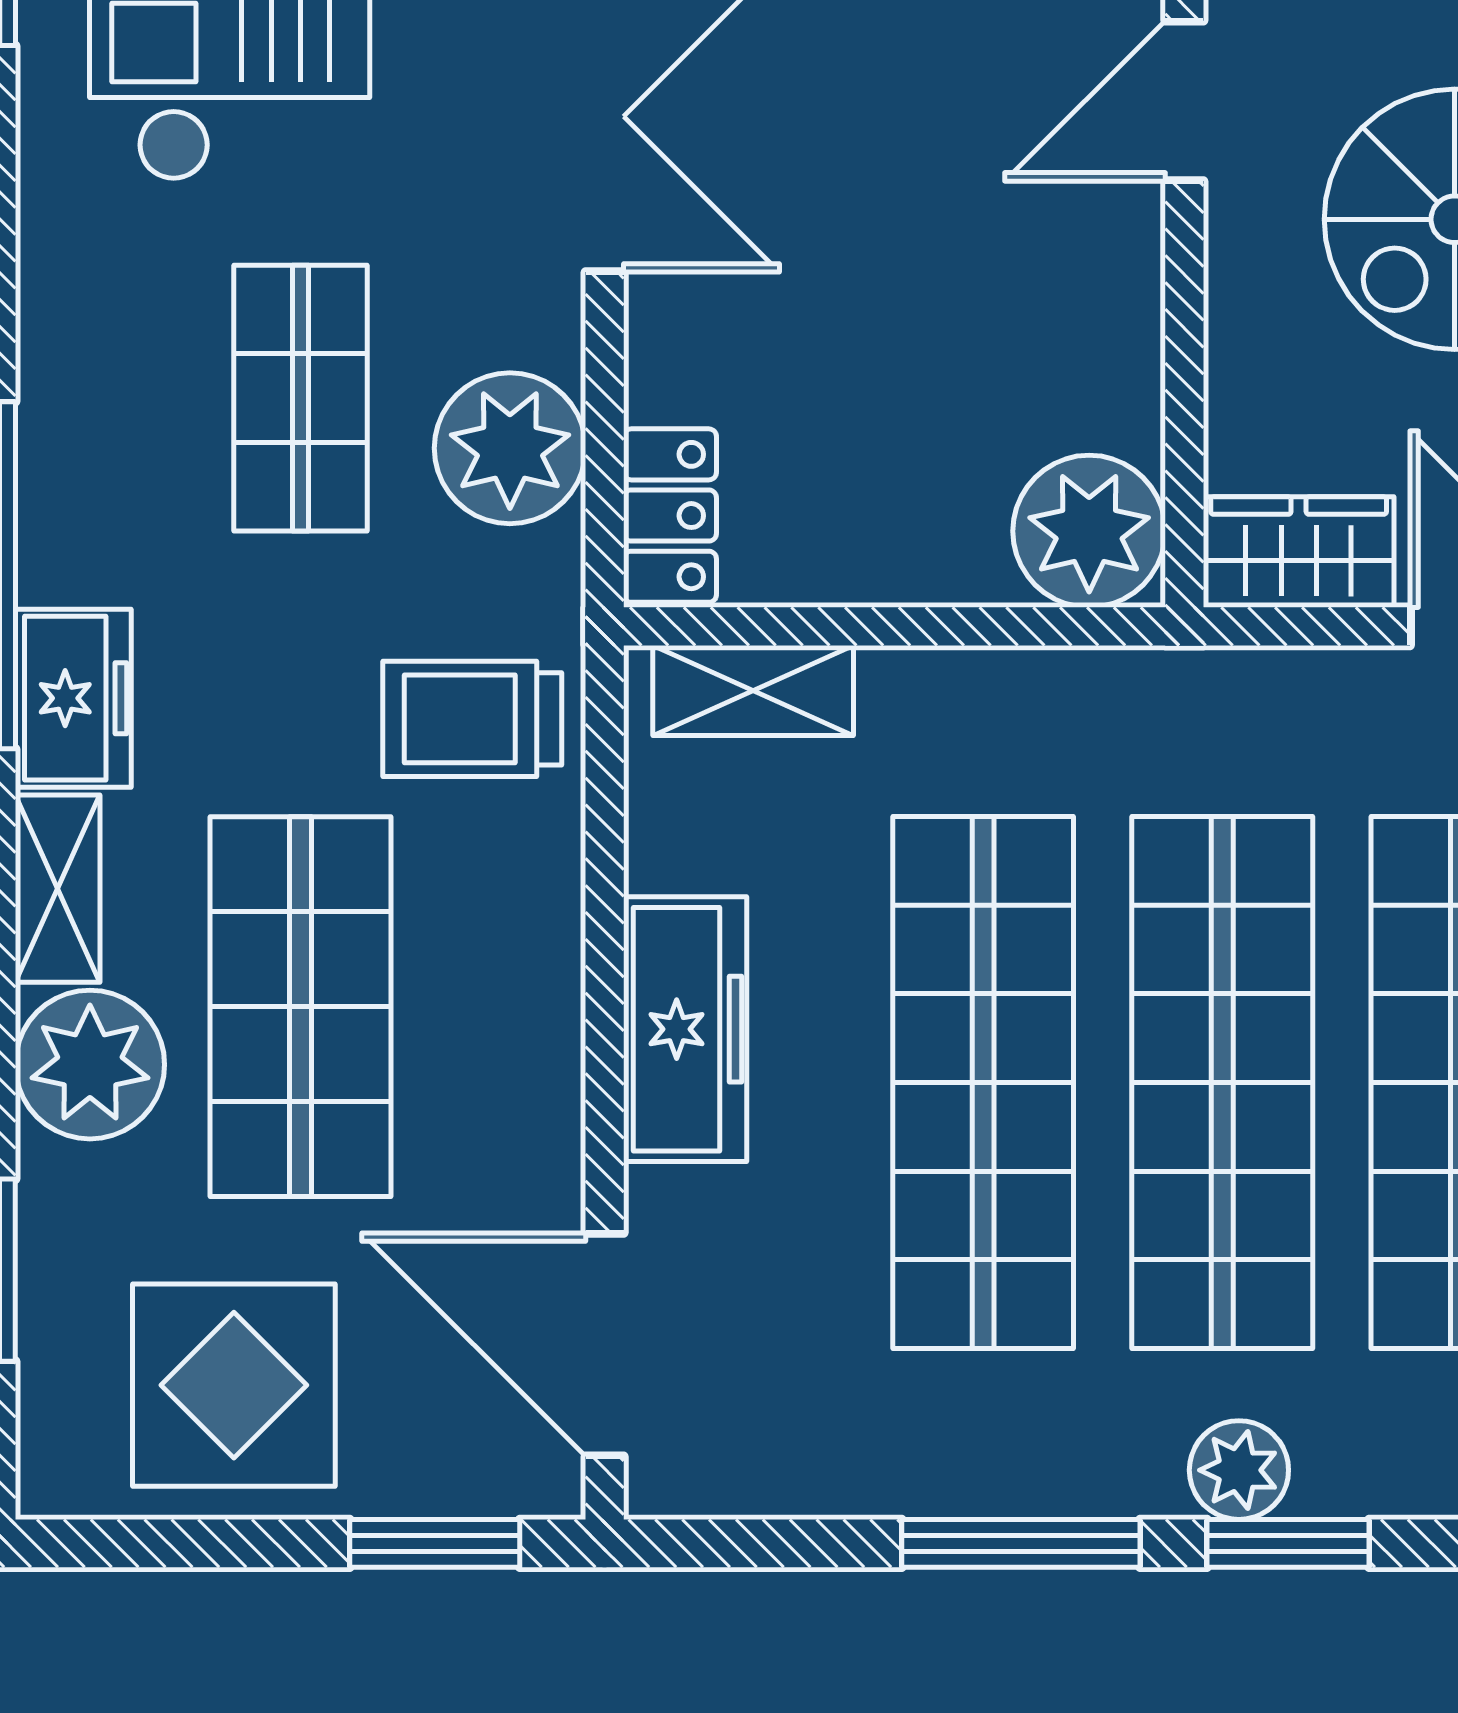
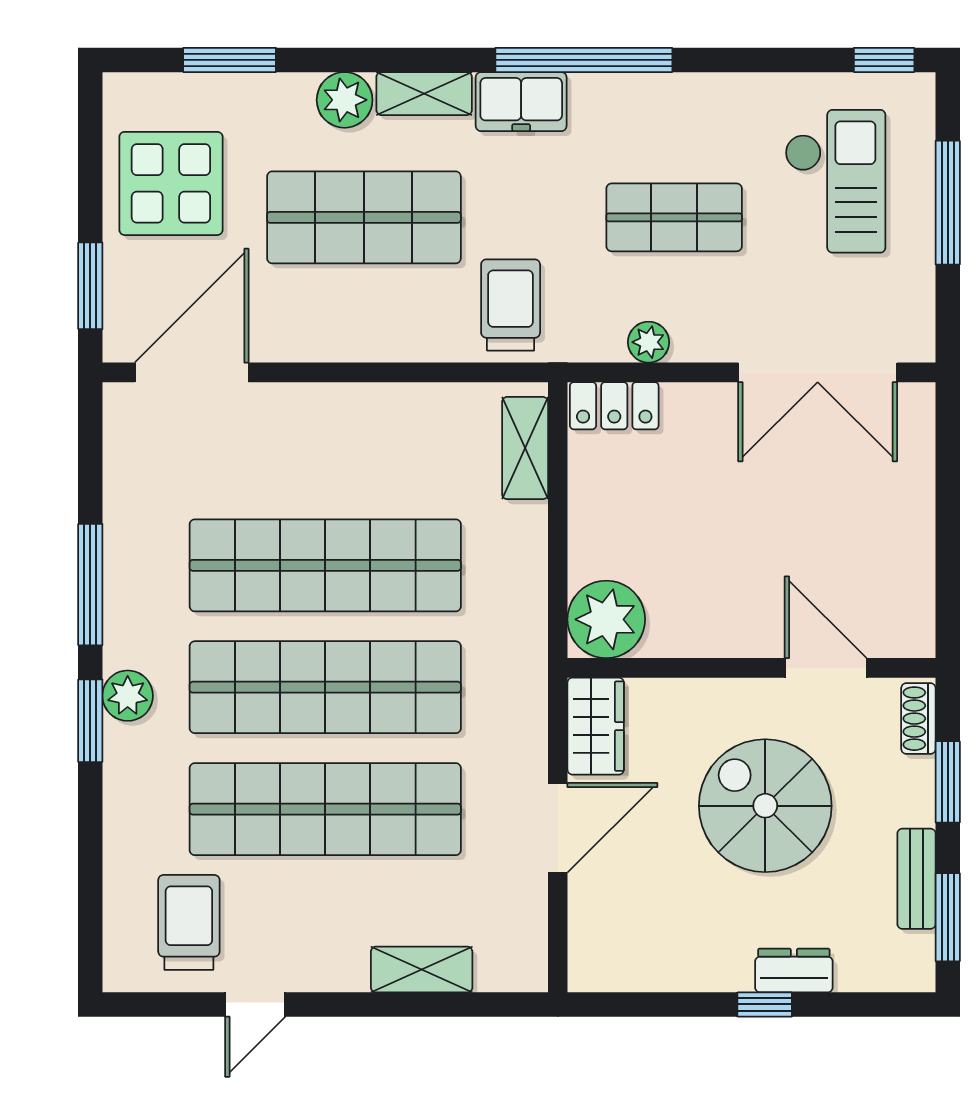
plant: (510, 448) -> (649, 342), width x0.53, depth x0.53
freezer: (685, 1029) -> (352, 413), removed
plant: (90, 1065) -> (345, 100), width x0.73, depth x0.73

